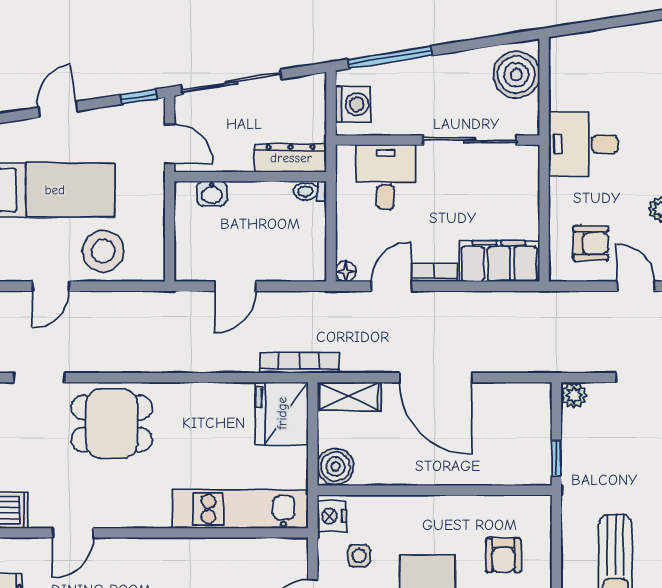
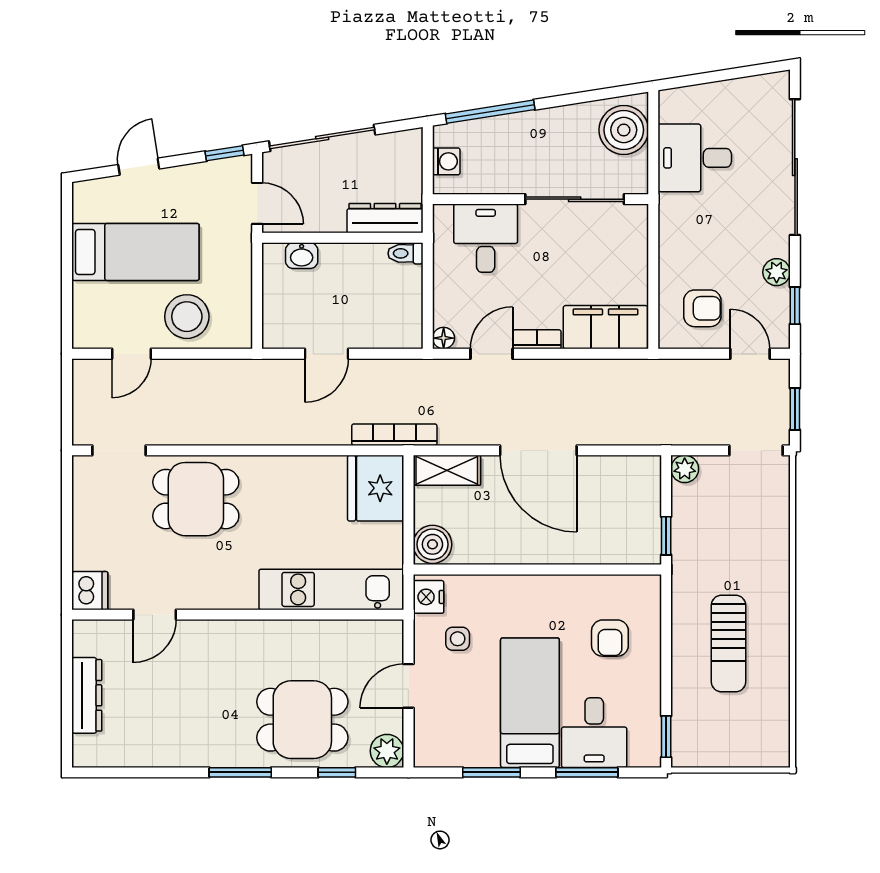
washing machine: (353, 104) -> (446, 161), width x0.73, depth x0.73
desk: (583, 144) -> (695, 158), moved

